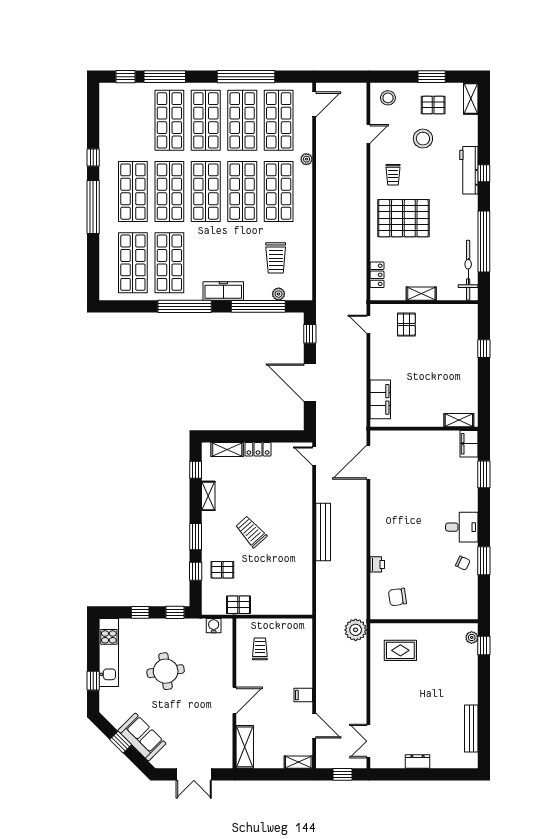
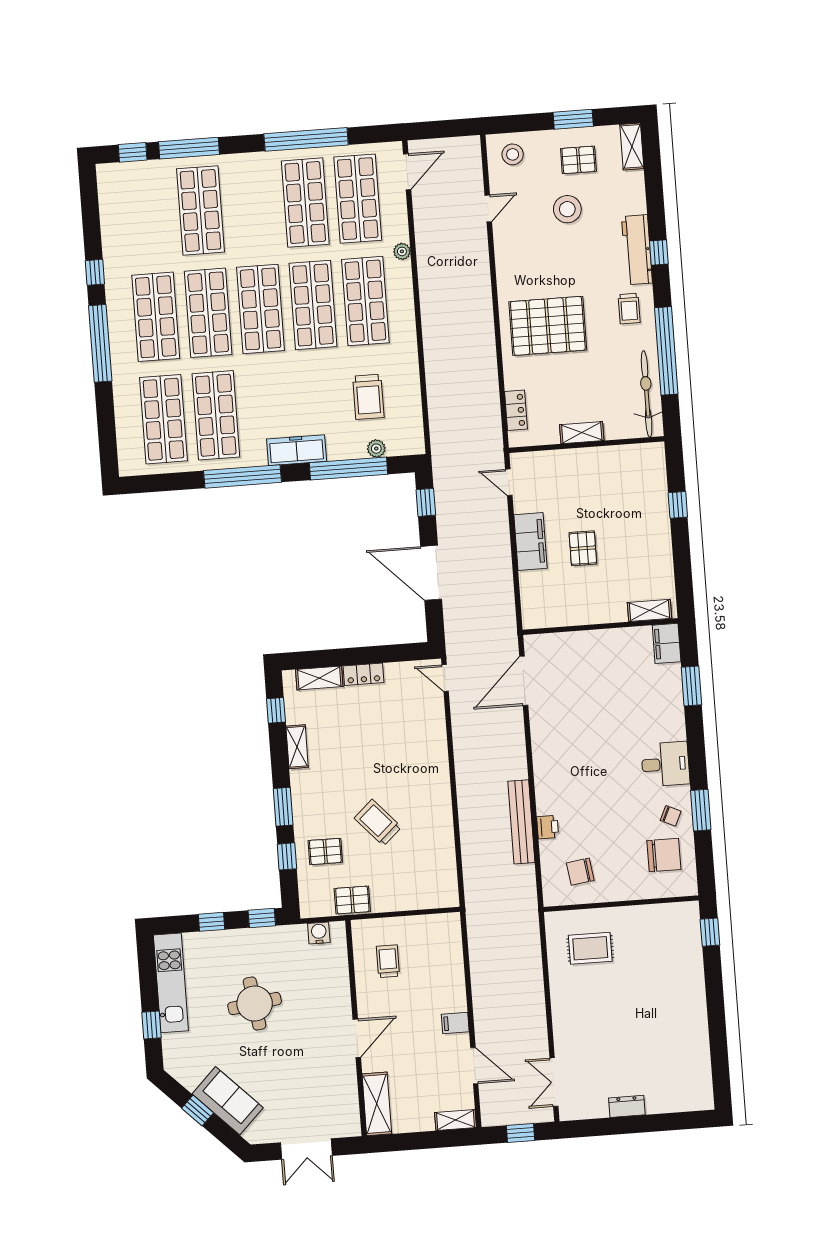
shop shelf: (206, 120) -> (253, 207), removed
trolley: (393, 175) -> (629, 309), moved
pallet: (406, 325) -> (583, 548), moved
filing cabinet: (380, 399) -> (531, 542), moved
trolley: (251, 532) -> (378, 823), moved
bench: (323, 532) -> (521, 822), moved
chair: (456, 590) -> (664, 855), added
plant: (356, 630) -> (524, 924), removed
plant: (472, 637) -> (692, 922), removed
bench: (471, 728) -> (701, 1053), removed

